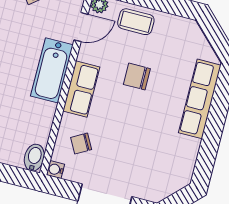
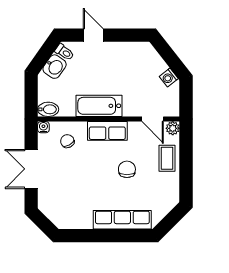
bathtub: (52, 70) -> (99, 106), moved

